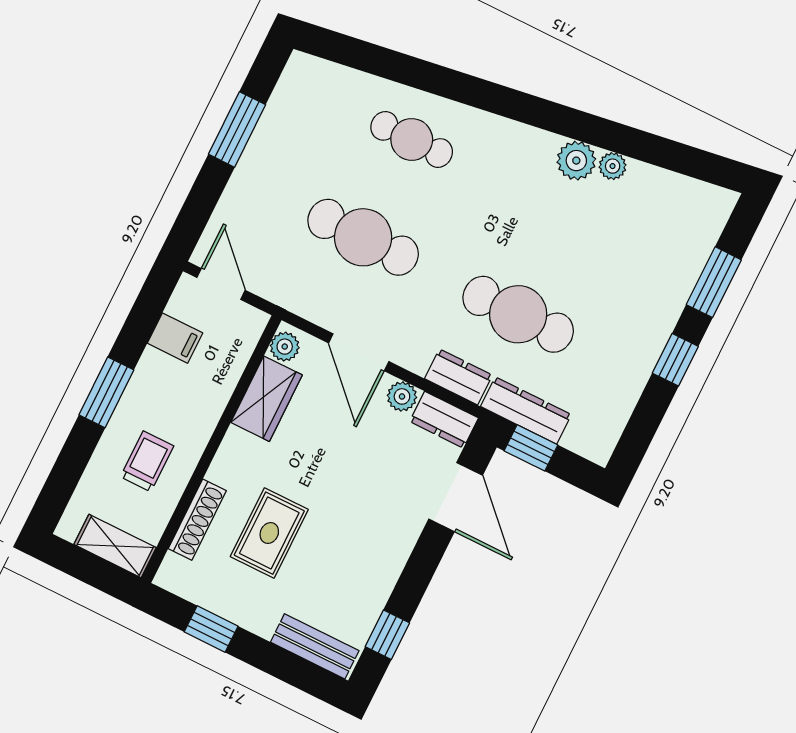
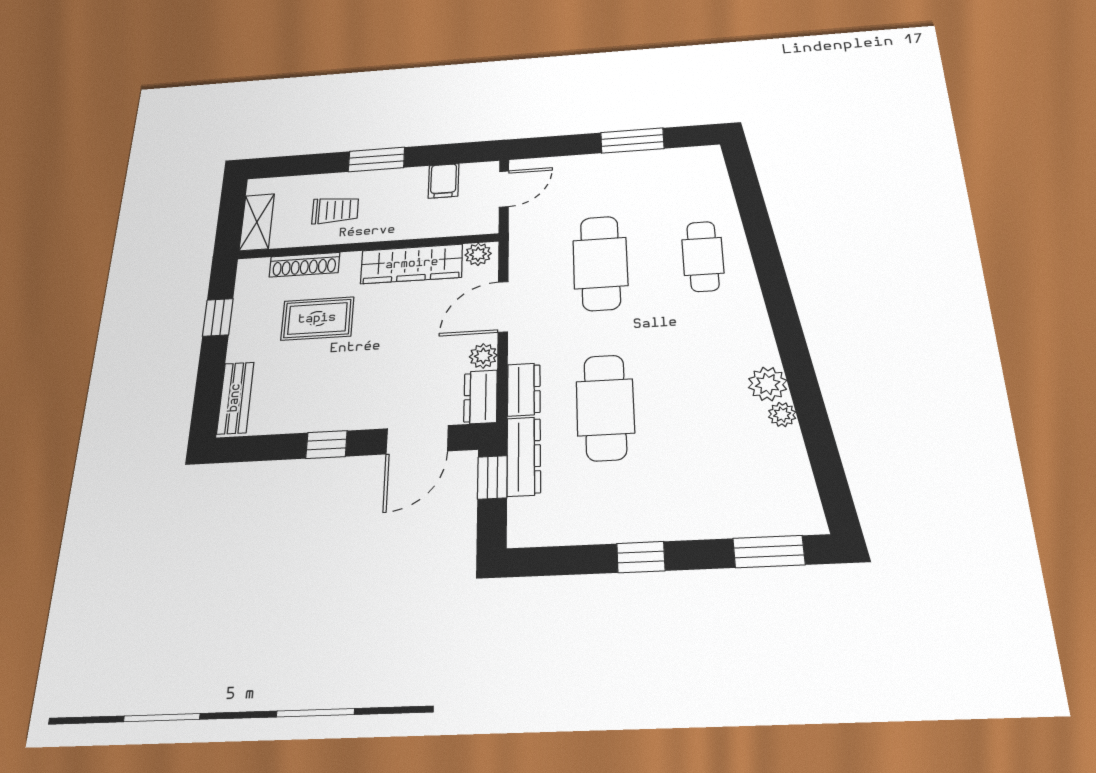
window: (714, 282) -> (769, 552), moved
wardrobe: (267, 399) -> (412, 264), width x1.50
window: (387, 635) -> (327, 445), moved

